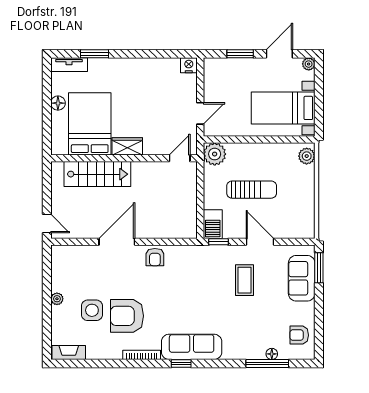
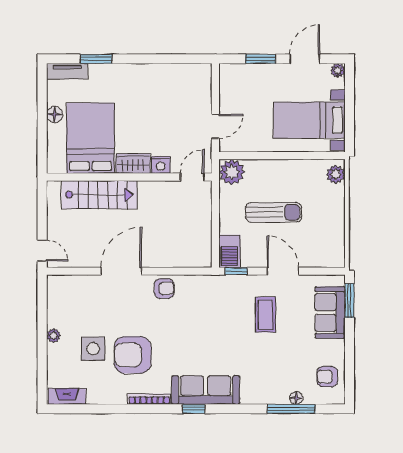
nightstand: (189, 65) -> (161, 165), moved, turned 180
armchair: (155, 257) -> (164, 288), turned -90

